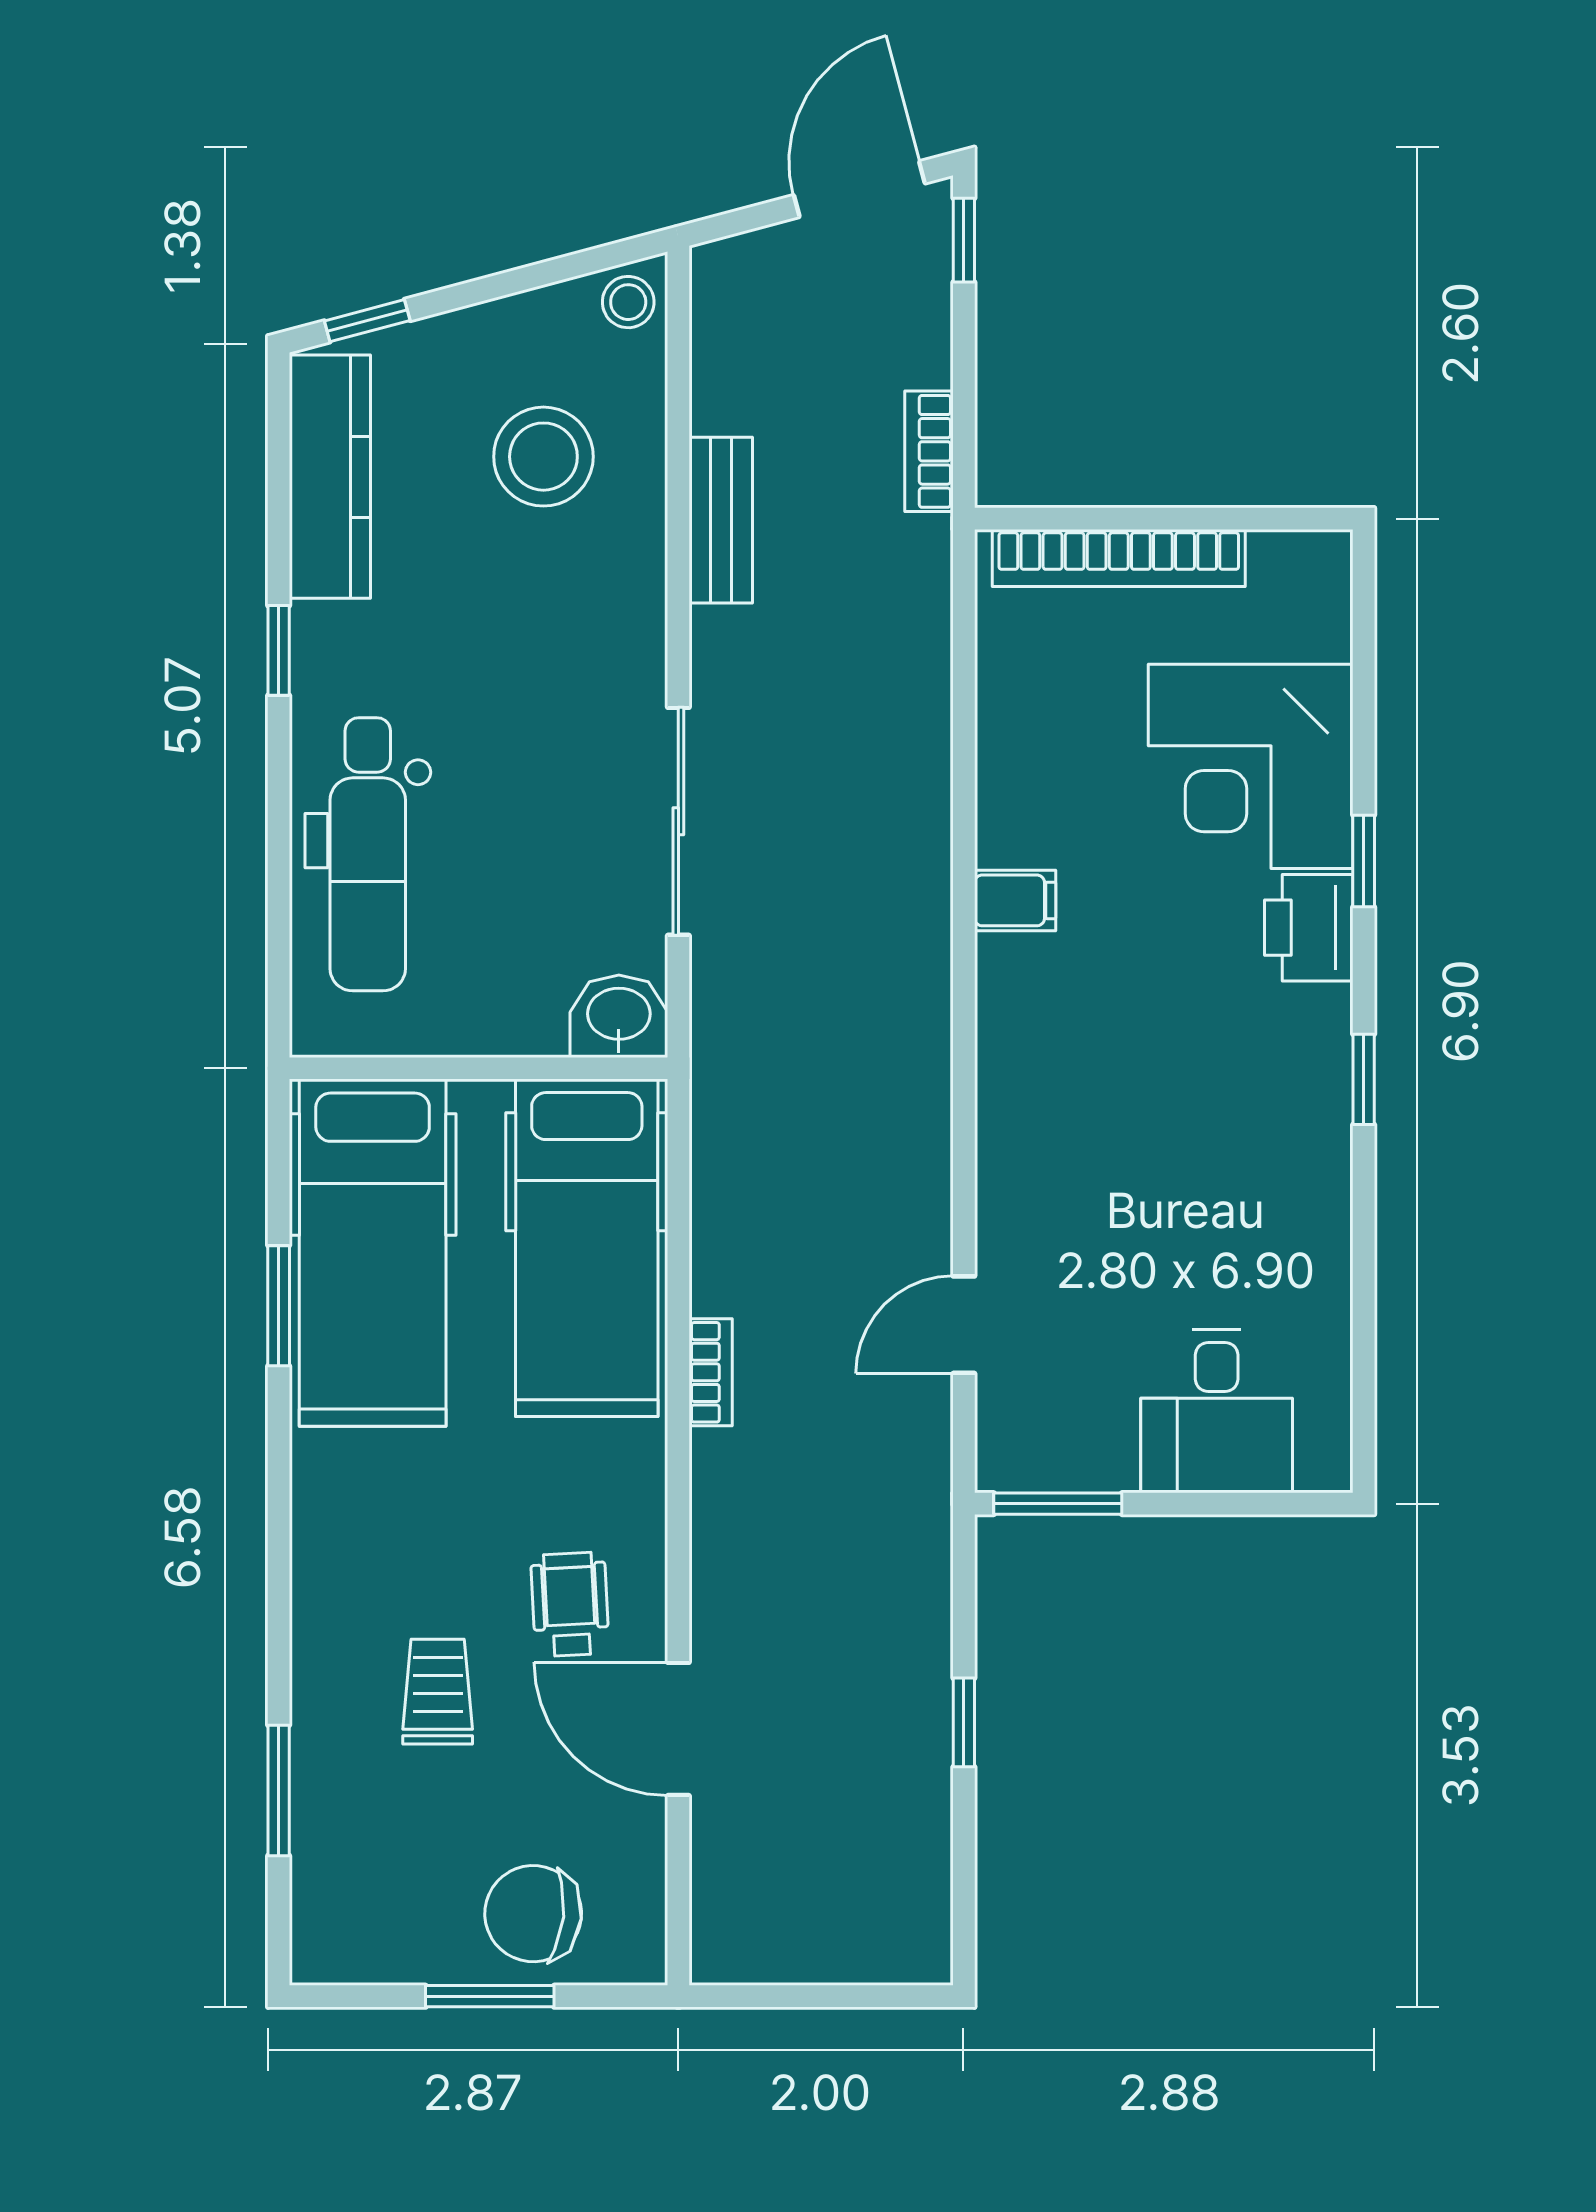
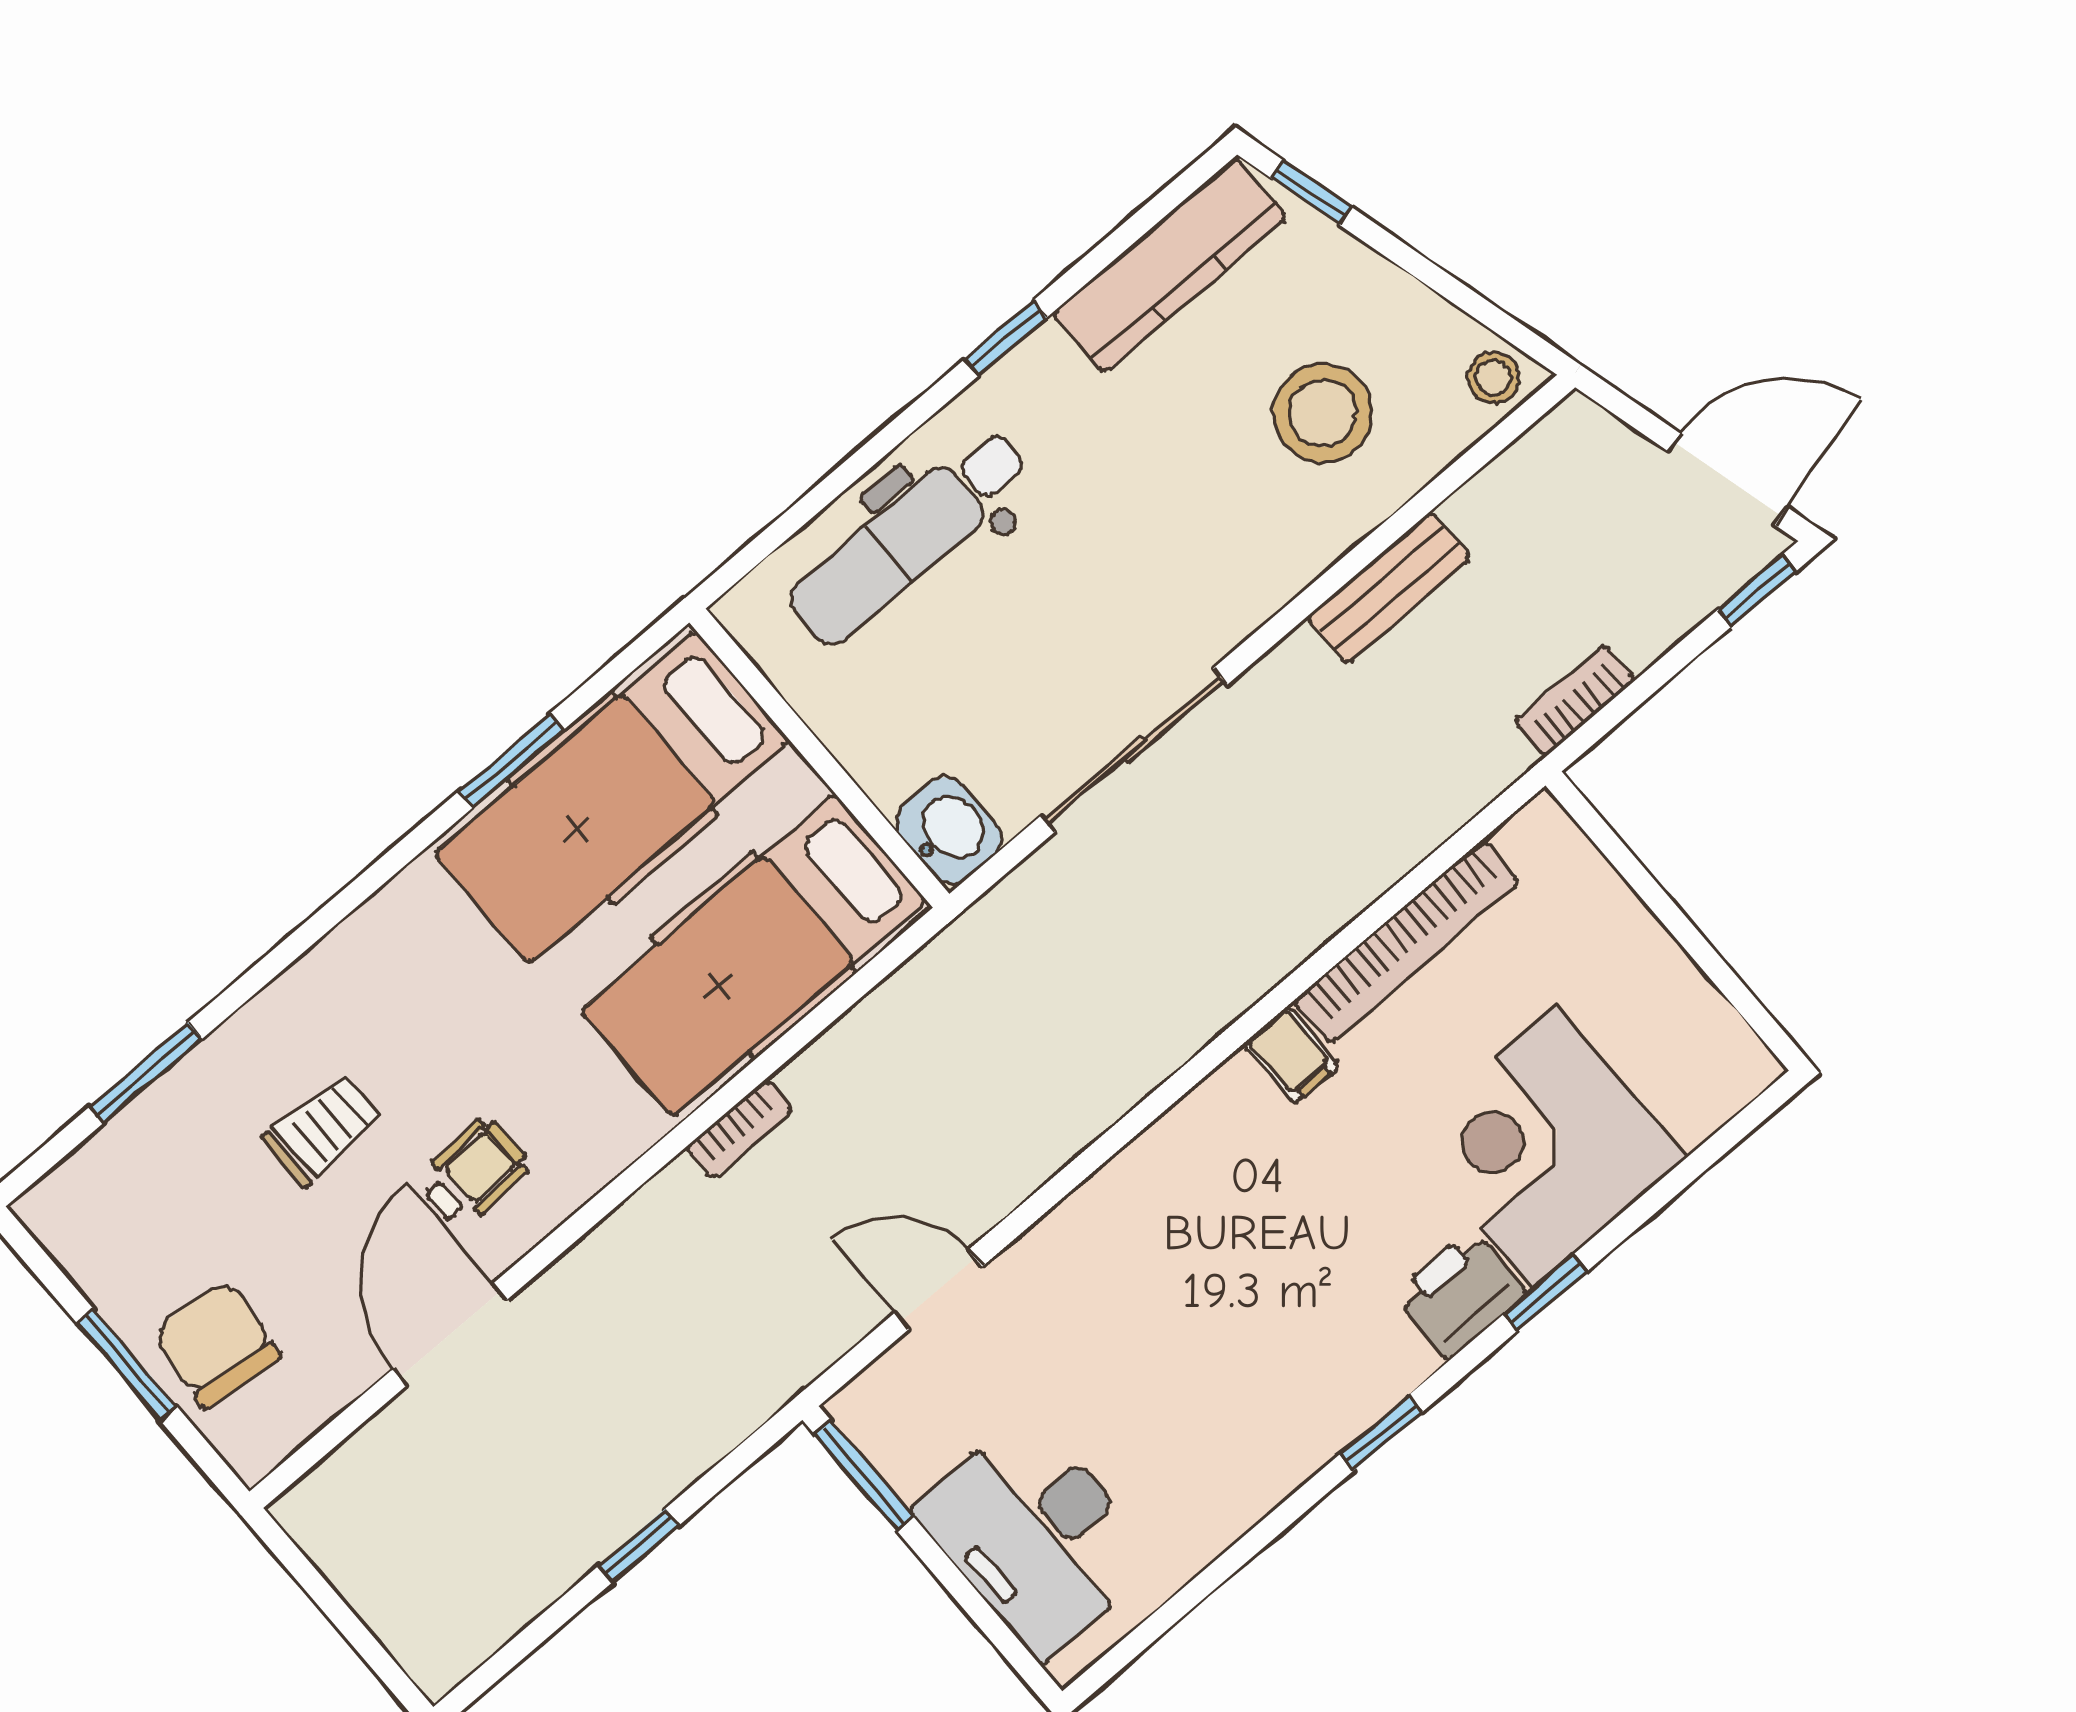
bookcase: (1119, 558) -> (1407, 941), moved, turned -90
desk: (1217, 1411) -> (1036, 1536), width x1.37

